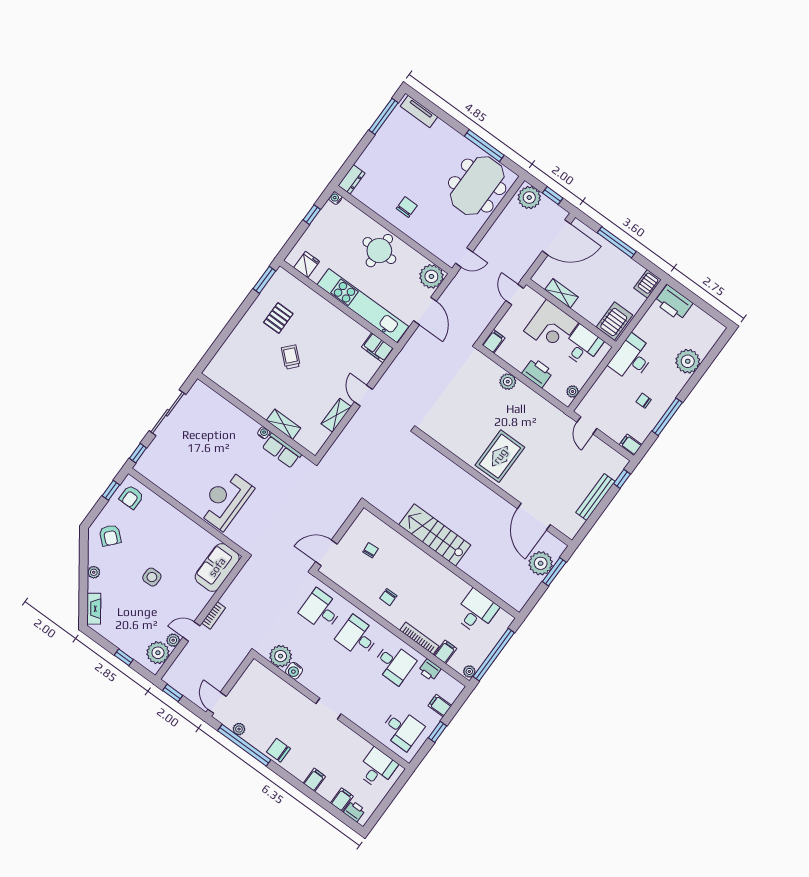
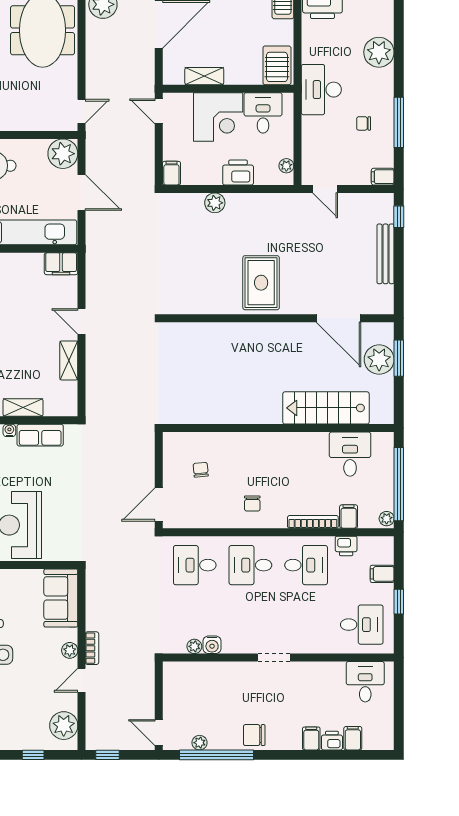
stairs: (435, 535) -> (326, 408), moved
plant: (173, 640) -> (70, 650), moved
plant: (281, 656) -> (194, 646), width x0.53, depth x0.53
printer: (354, 811) -> (332, 741), moved

